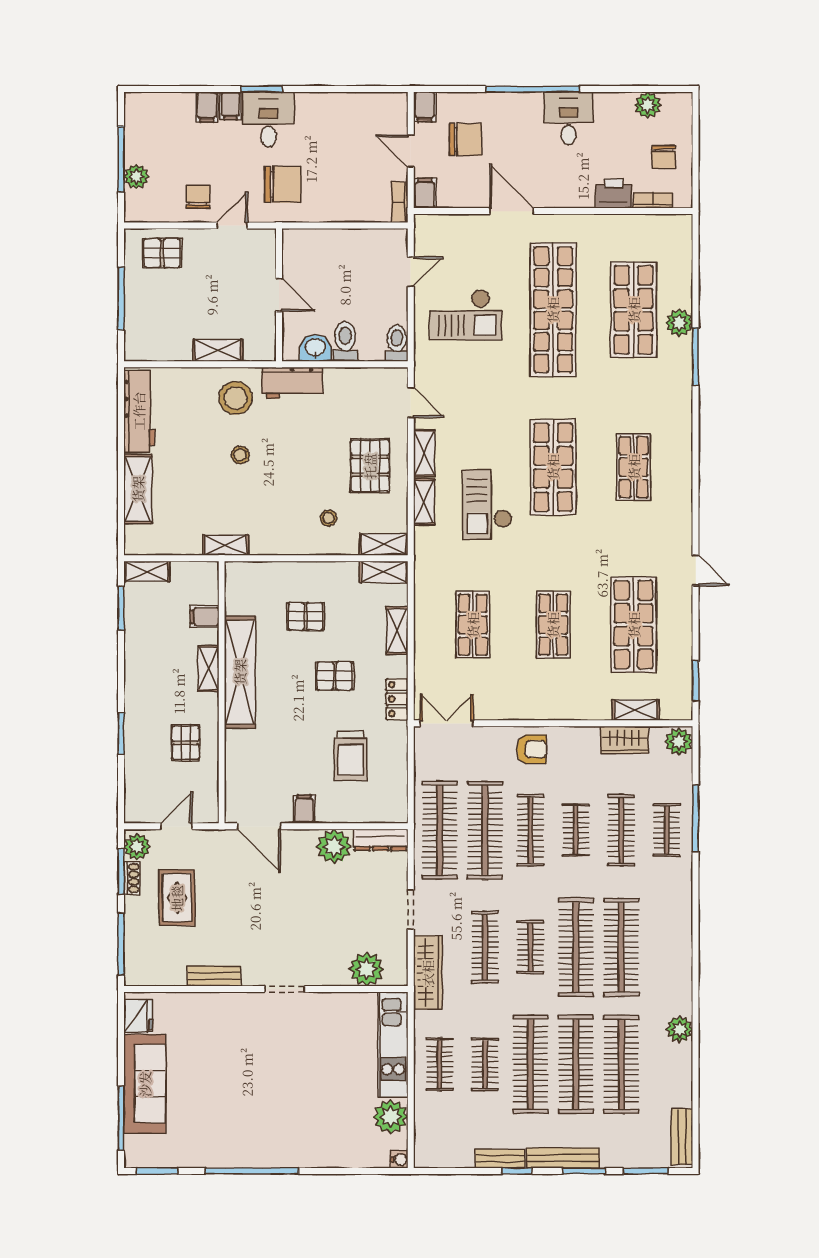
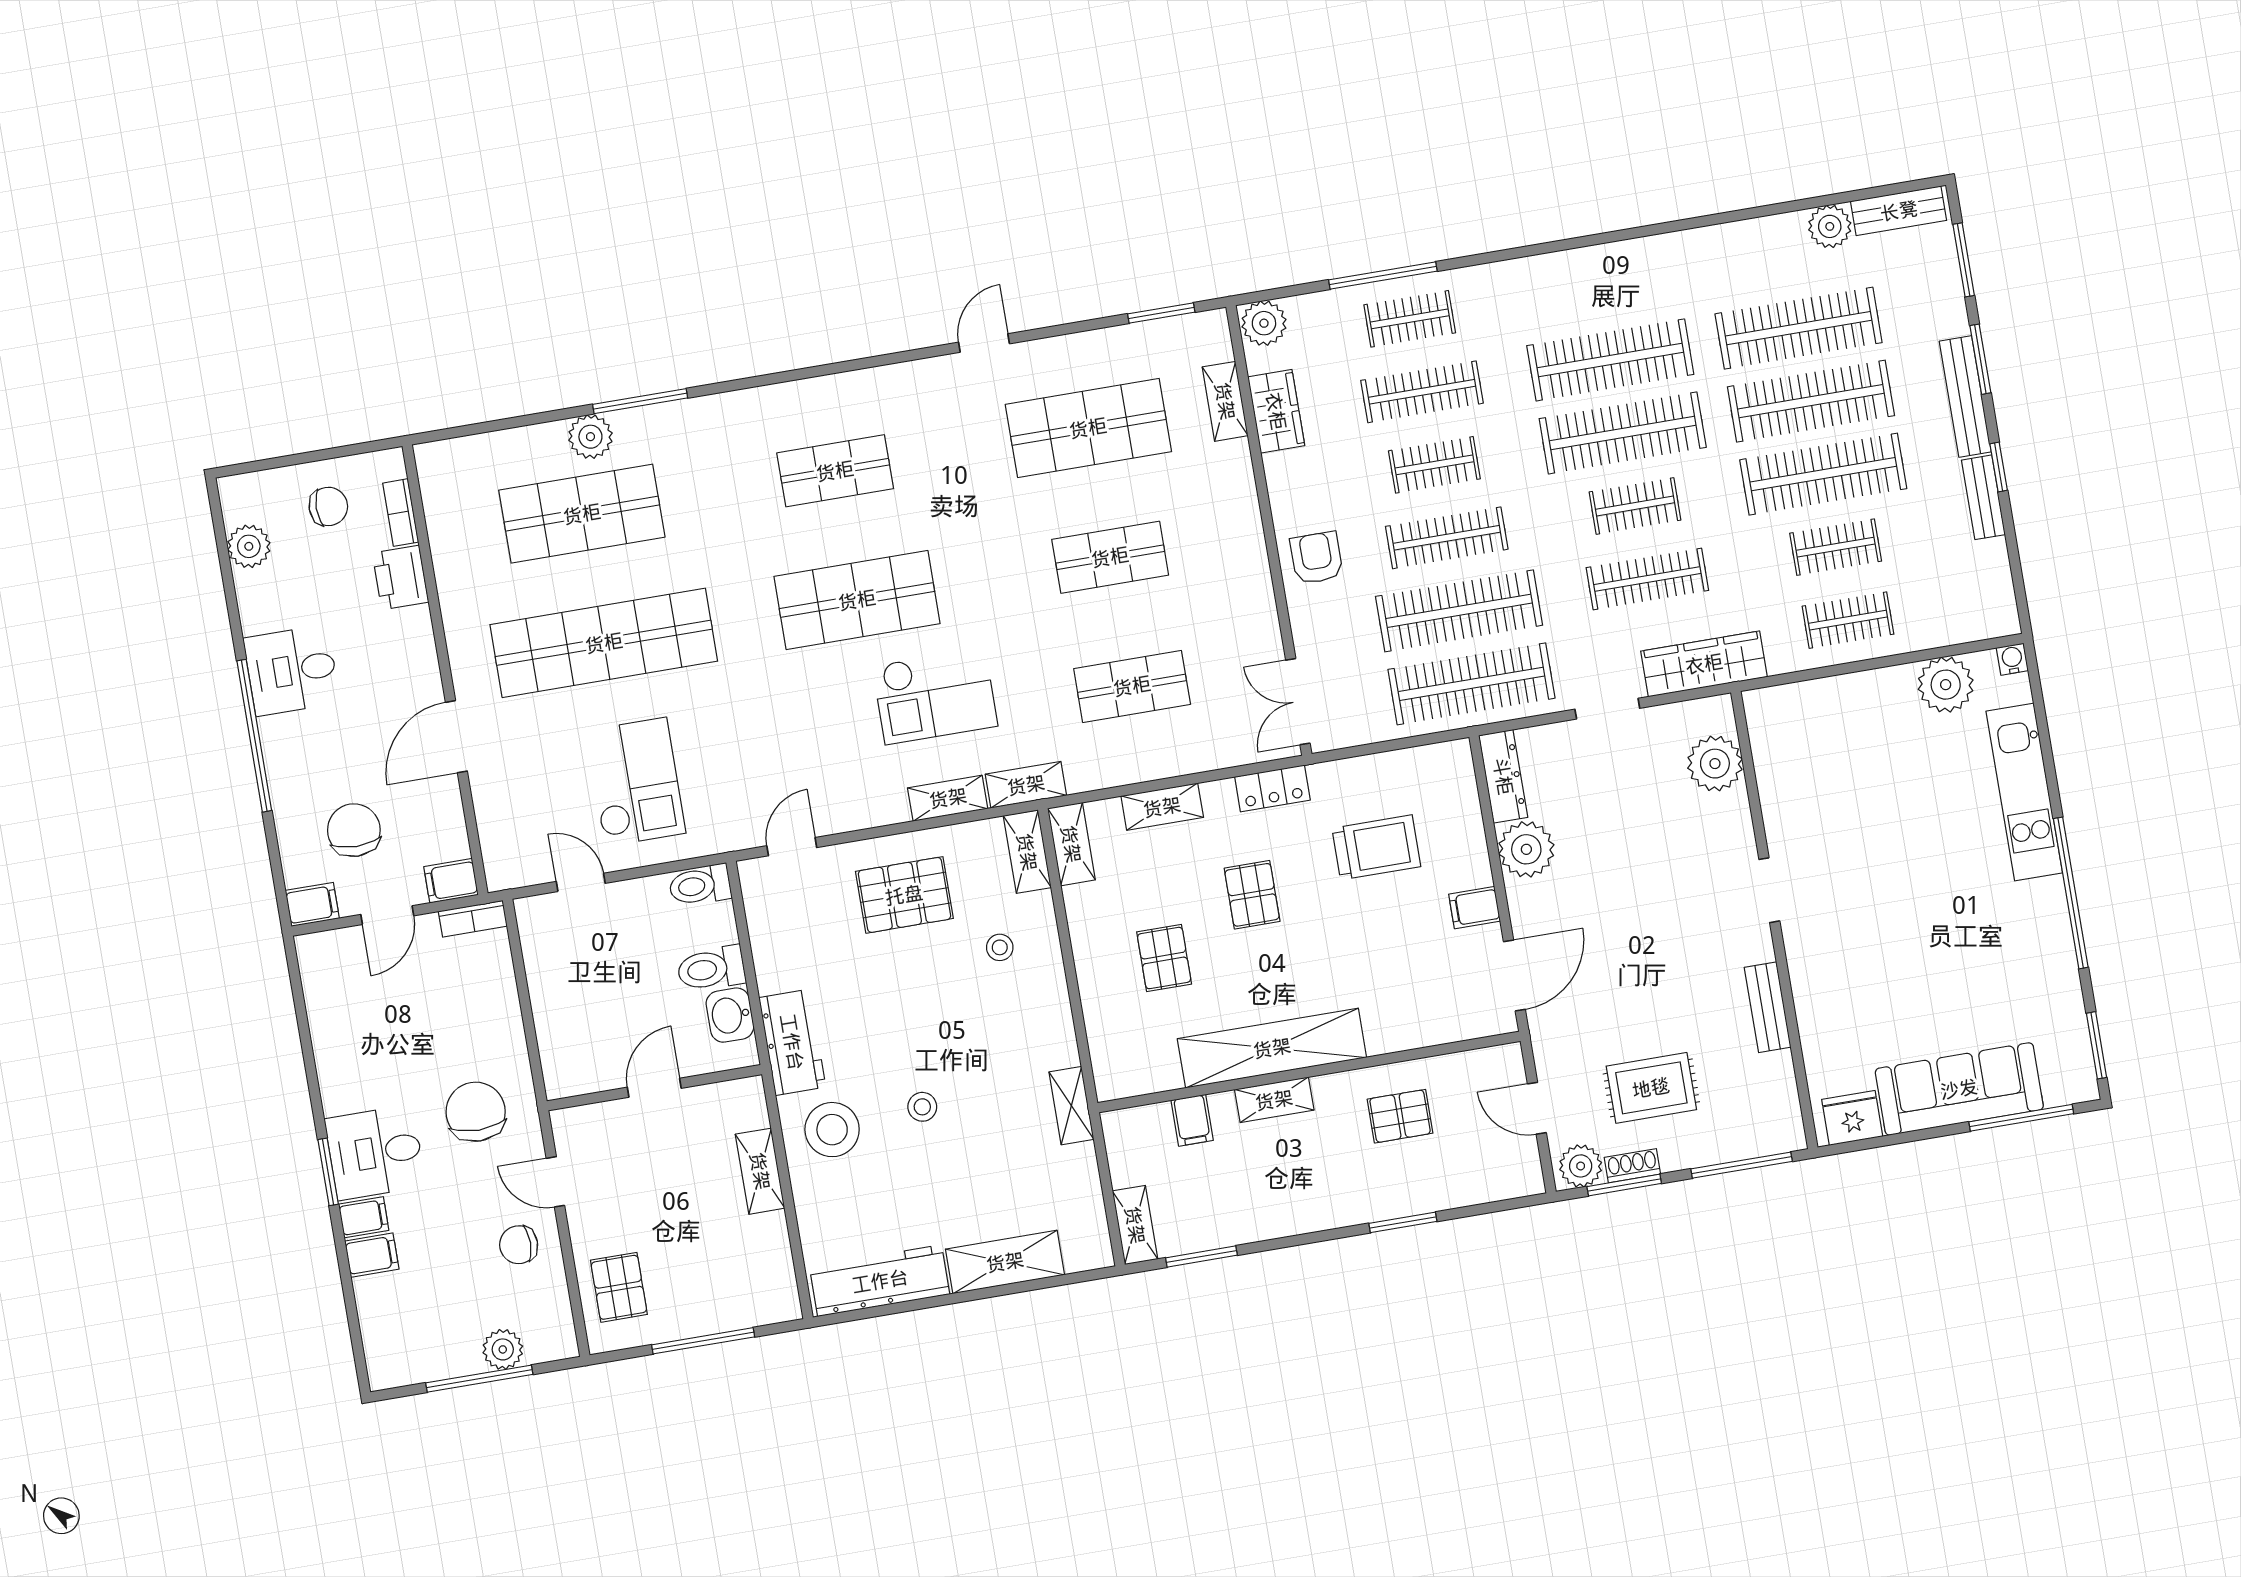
shelving: (424, 453) -> (1026, 785), moved
plant: (680, 1029) -> (1830, 226), moved
kitchen unit: (393, 1045) -> (2024, 792), moved, turned 90

